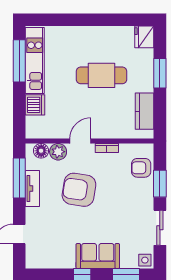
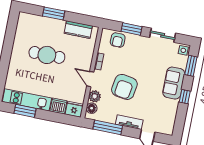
fridge: (144, 37) -> (74, 109), moved, turned 180
window: (19, 61) -> (25, 111), width x0.69
cafe table: (101, 75) -> (47, 55), turned 90
tv unit: (32, 188) -> (129, 122), moved

